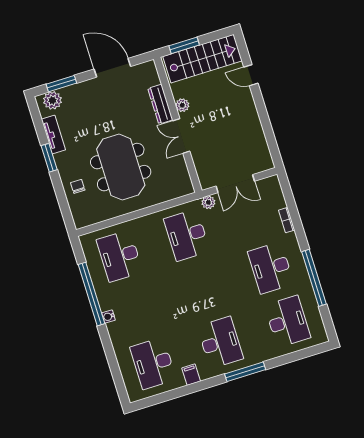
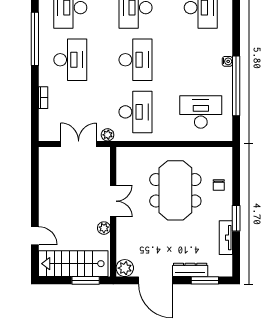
plant: (52, 100) -> (125, 268), moved
dresser: (160, 104) -> (190, 270), moved, turned -90
desk: (120, 256) -> (201, 112), turned -90
desk: (204, 289) -> (136, 60), added

